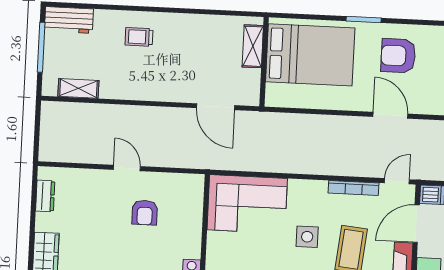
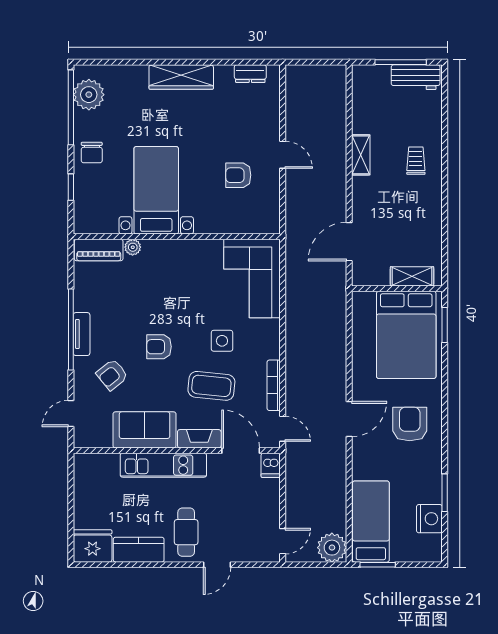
workbench: (69, 20) -> (416, 77), moved, turned -90
window: (364, 20) -> (445, 325), moved
shelving: (78, 88) -> (361, 155), moved
door: (127, 168) -> (283, 155), hinge flipped

